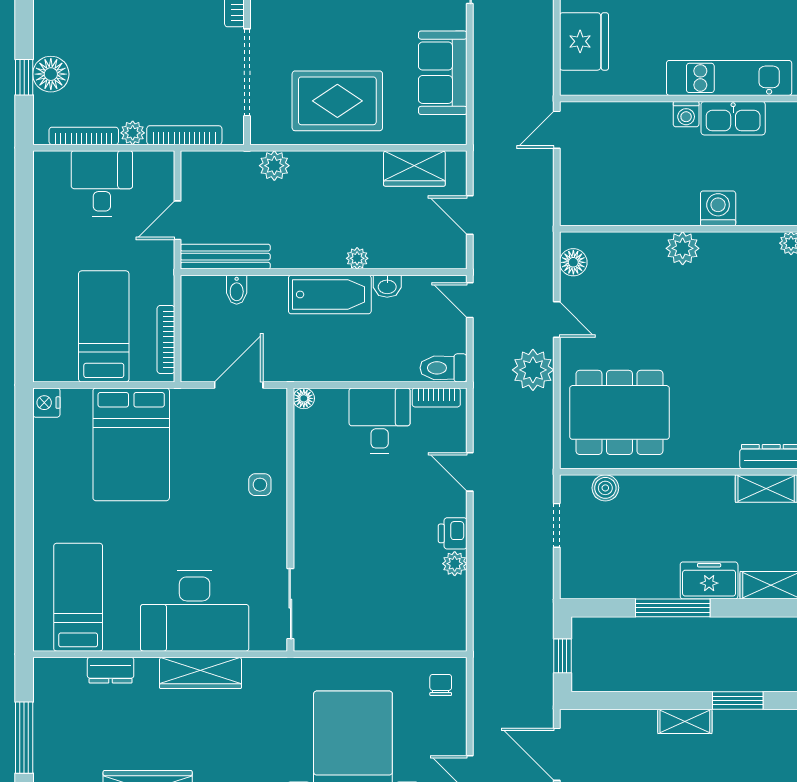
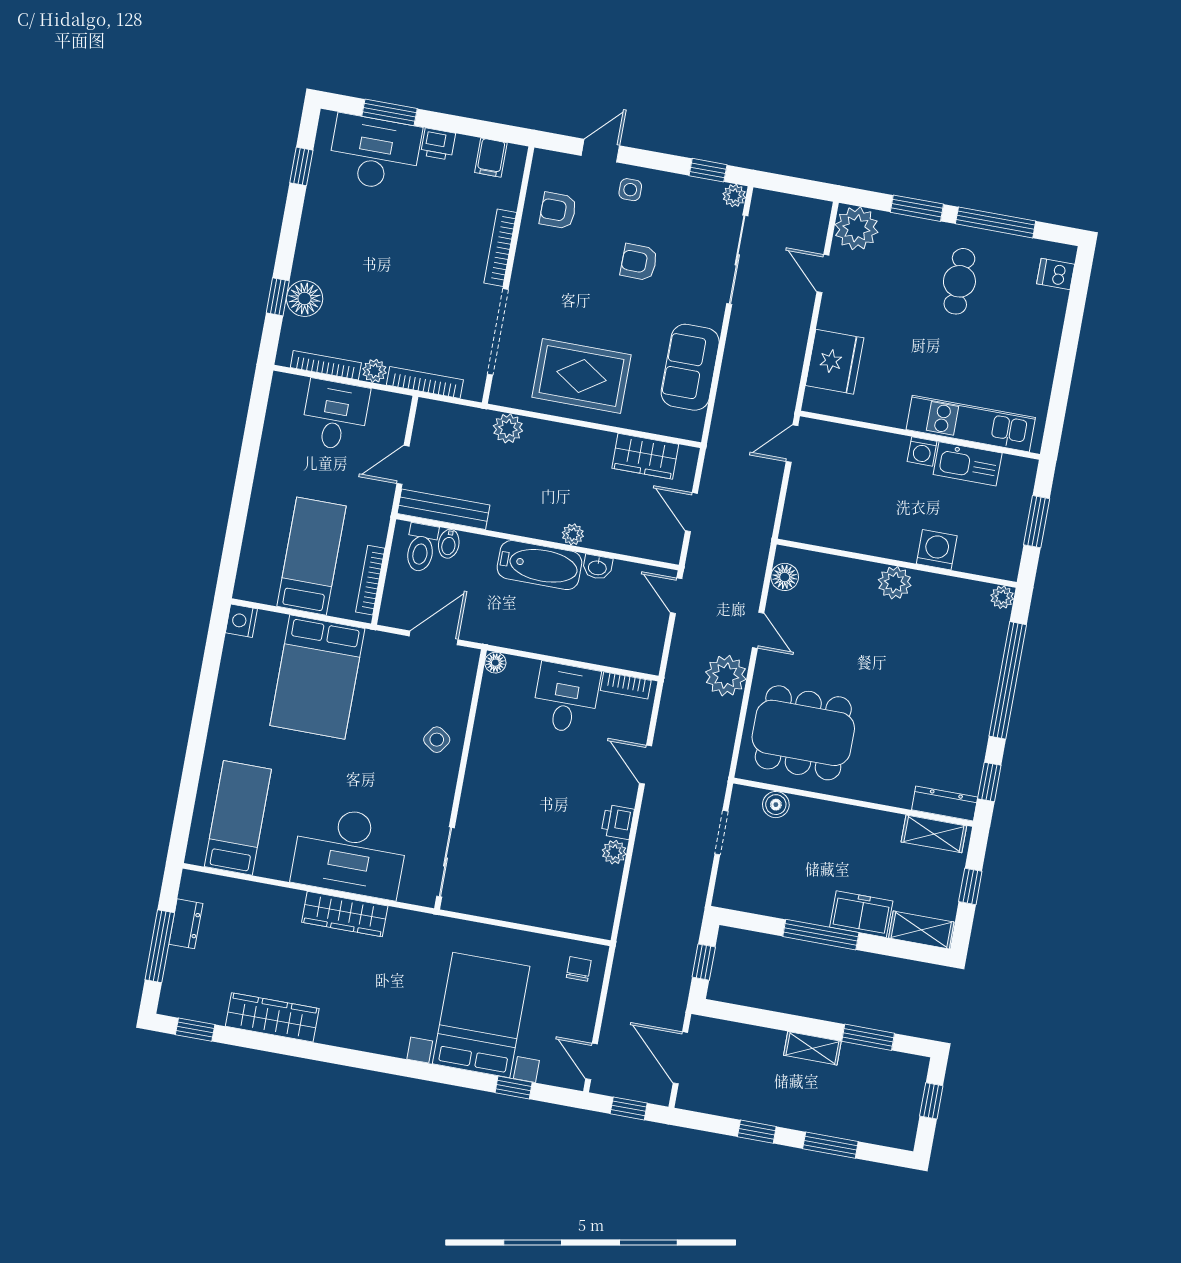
toilet: (444, 368) -> (421, 548), moved, turned -90
side table: (260, 485) -> (437, 740), turned 35
dresser: (111, 670) -> (186, 924), moved, turned -90

